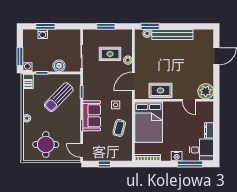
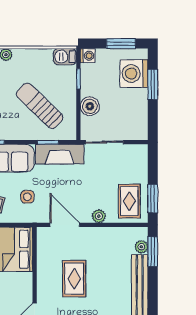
window: (106, 26) -> (153, 199), moved
washing machine: (43, 34) -> (134, 74), width x1.89, depth x1.89
rug: (110, 54) -> (129, 201), moved
window: (20, 56) -> (121, 44), moved
fireplace: (89, 85) -> (60, 154), added
rug: (160, 90) -> (74, 279), moved

